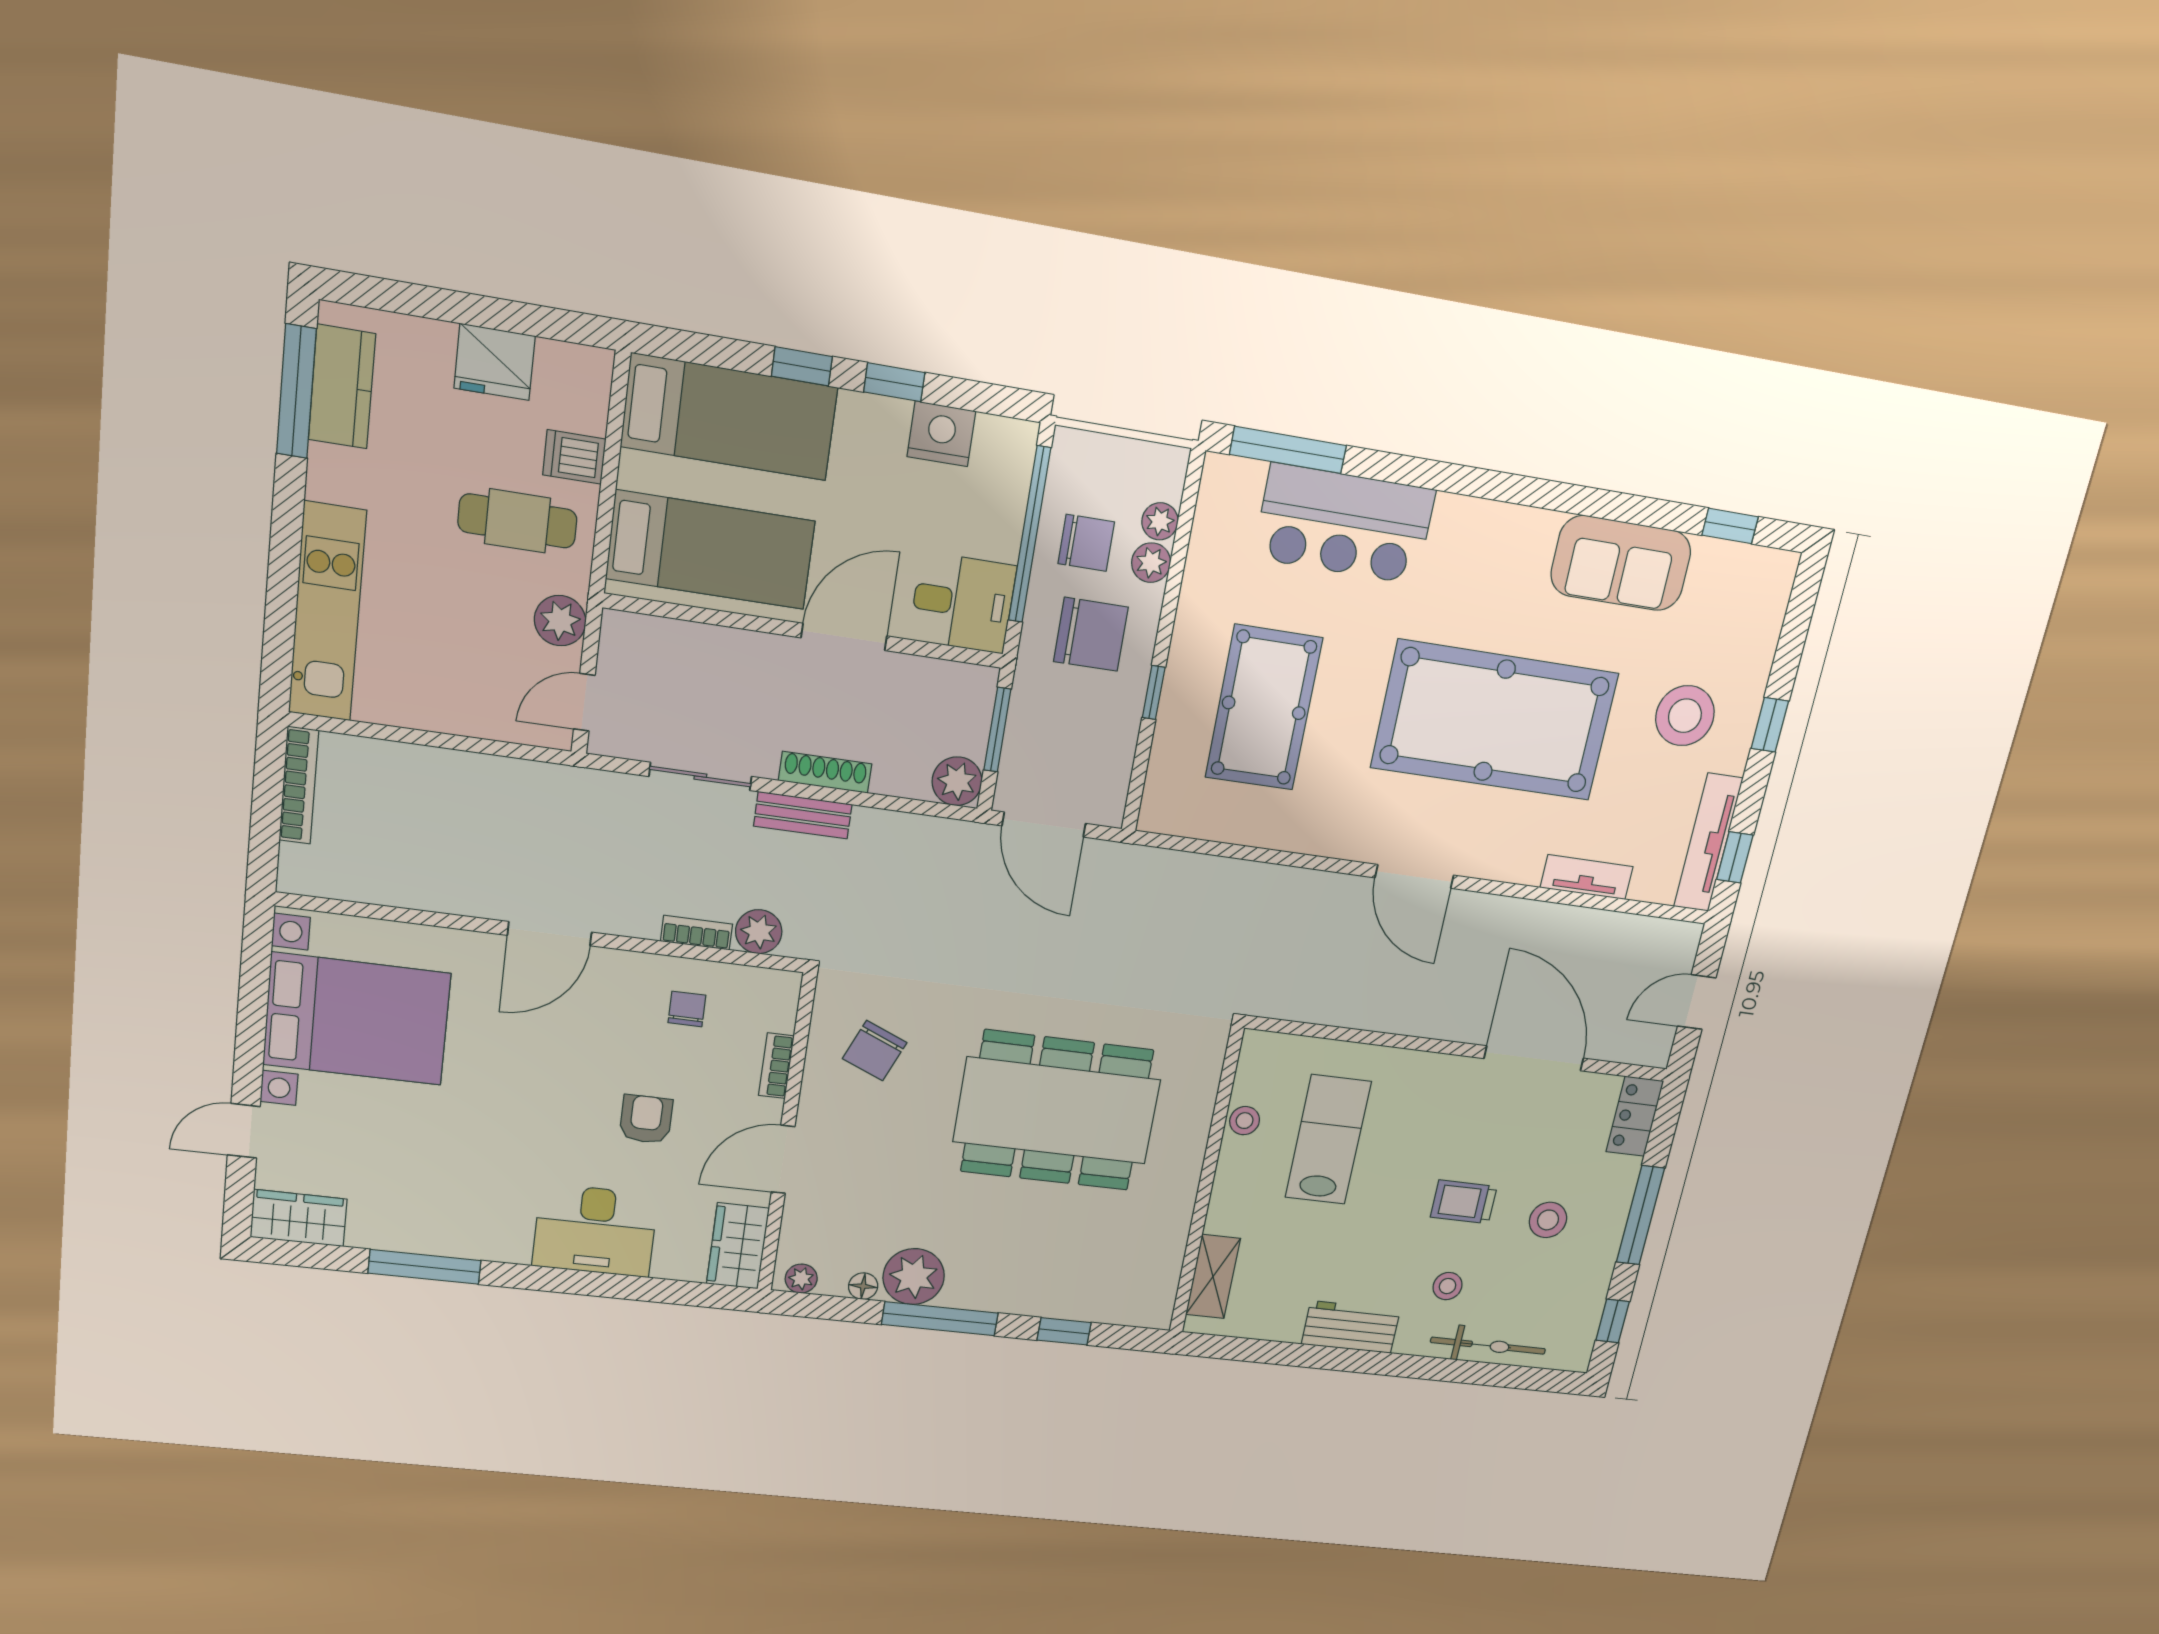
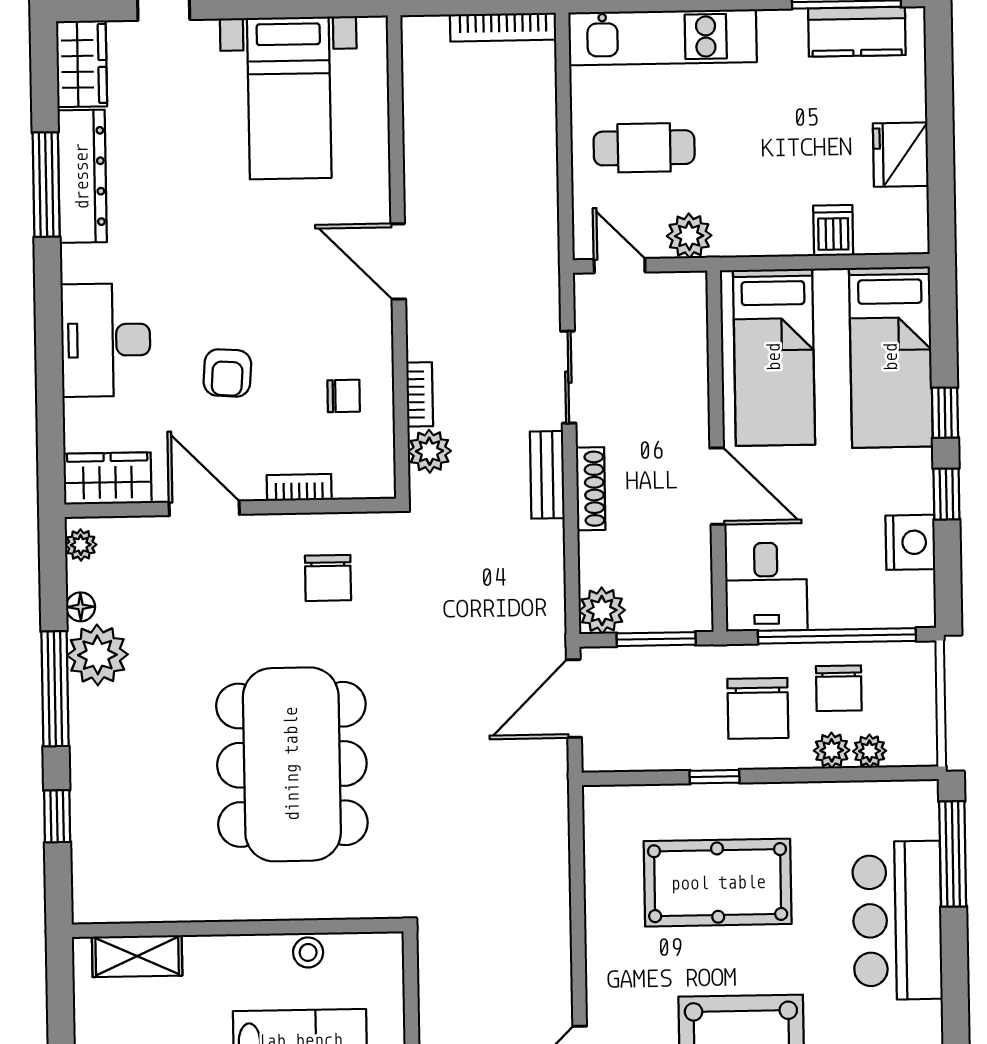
cafe table: (517, 521) -> (644, 148), moved, turned 90
bed with nightstands: (357, 1019) -> (289, 98), width x0.73
chair: (875, 1051) -> (328, 578), turned -113
armchair: (646, 1119) -> (227, 373), turned 94
dresser: (420, 1232) -> (82, 176), added

